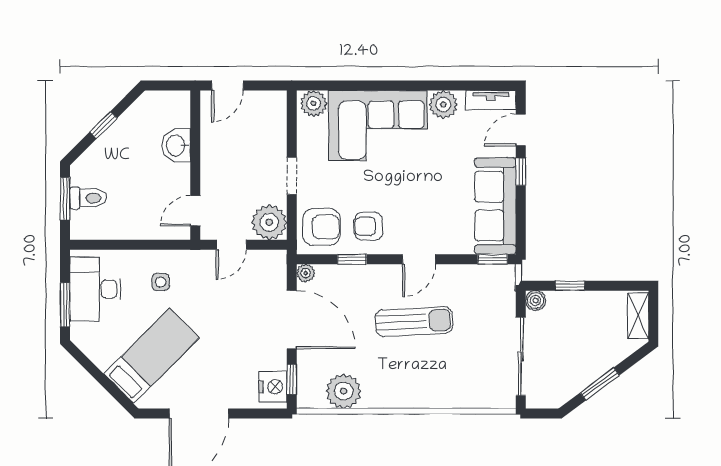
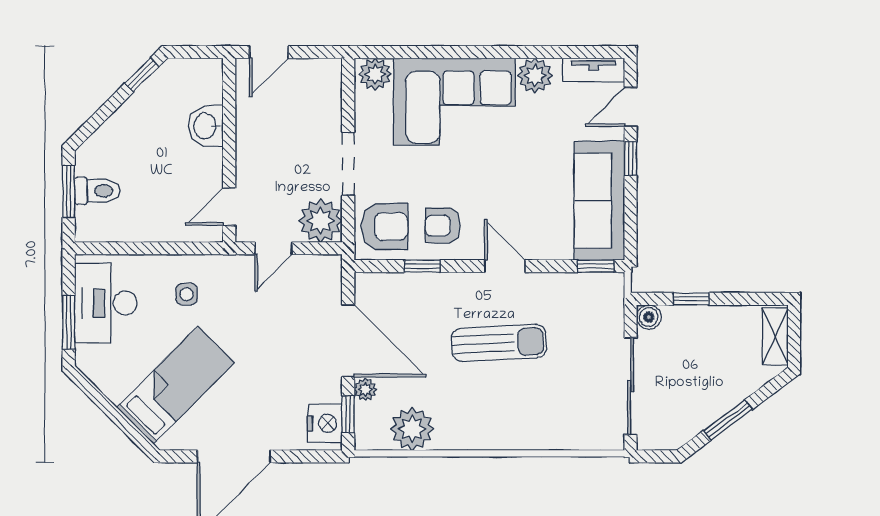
window: (103, 125) -> (142, 75), moved
doorway: (292, 176) -> (348, 164), width x1.38
door: (419, 259) -> (505, 266), swing flipped
plant: (306, 273) -> (365, 389), moved

